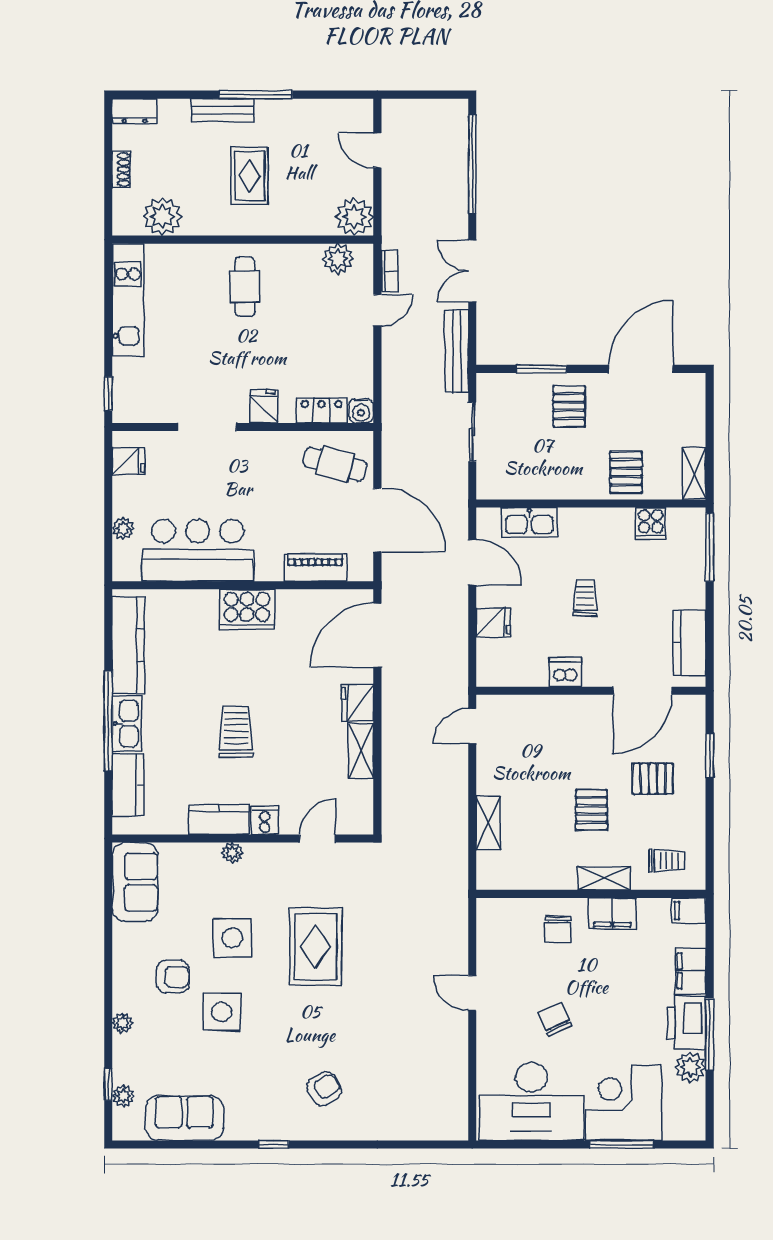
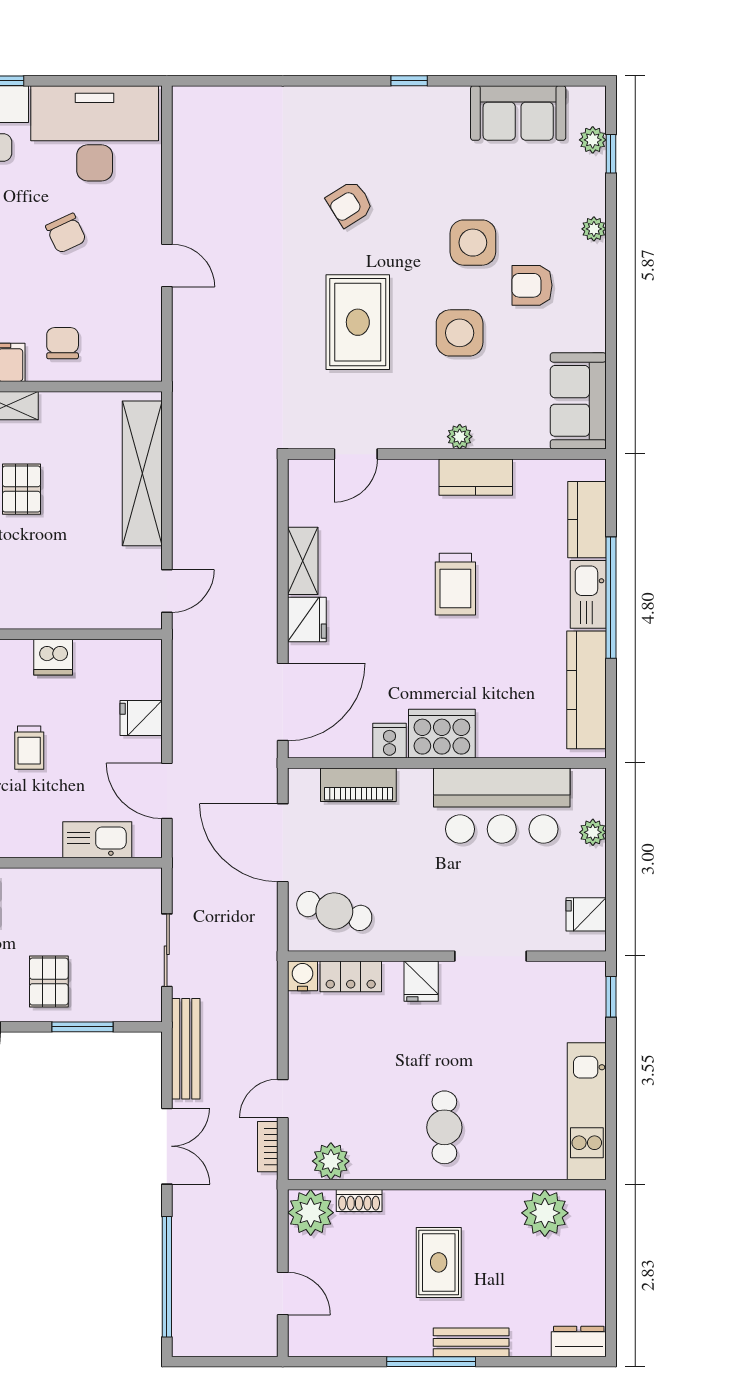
shoe rack: (121, 169) -> (359, 1200), moved, turned -90
cooker: (265, 820) -> (389, 741), moved, turned 180
shelving: (488, 823) -> (142, 473), width x2.20, depth x1.33
armchair: (324, 1089) -> (350, 204), moved

